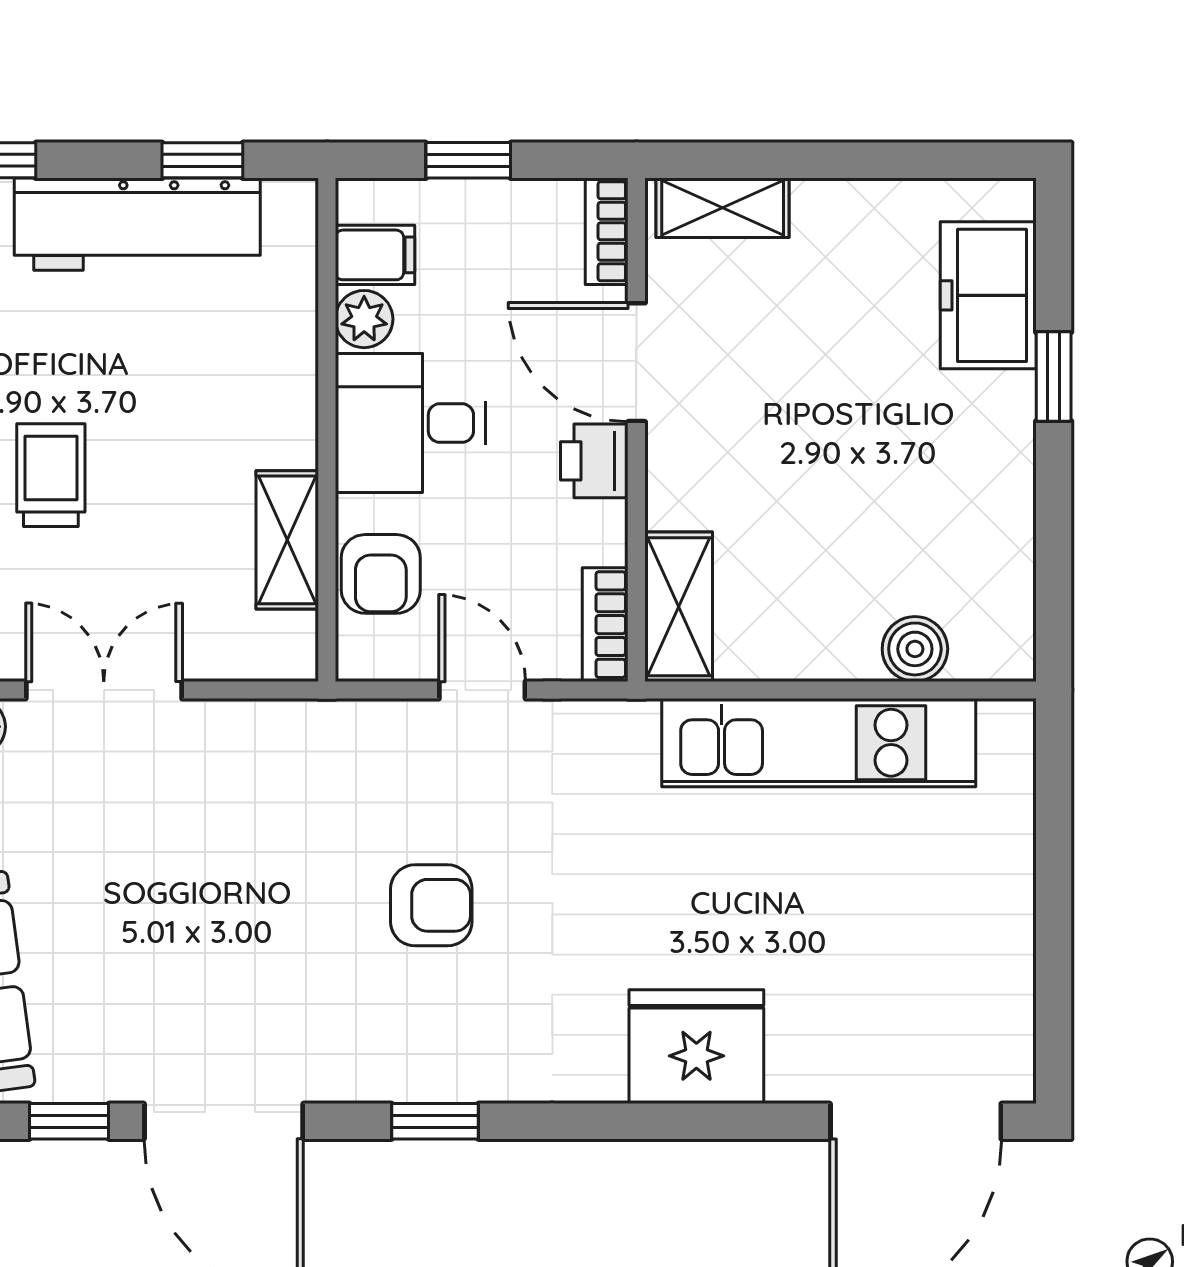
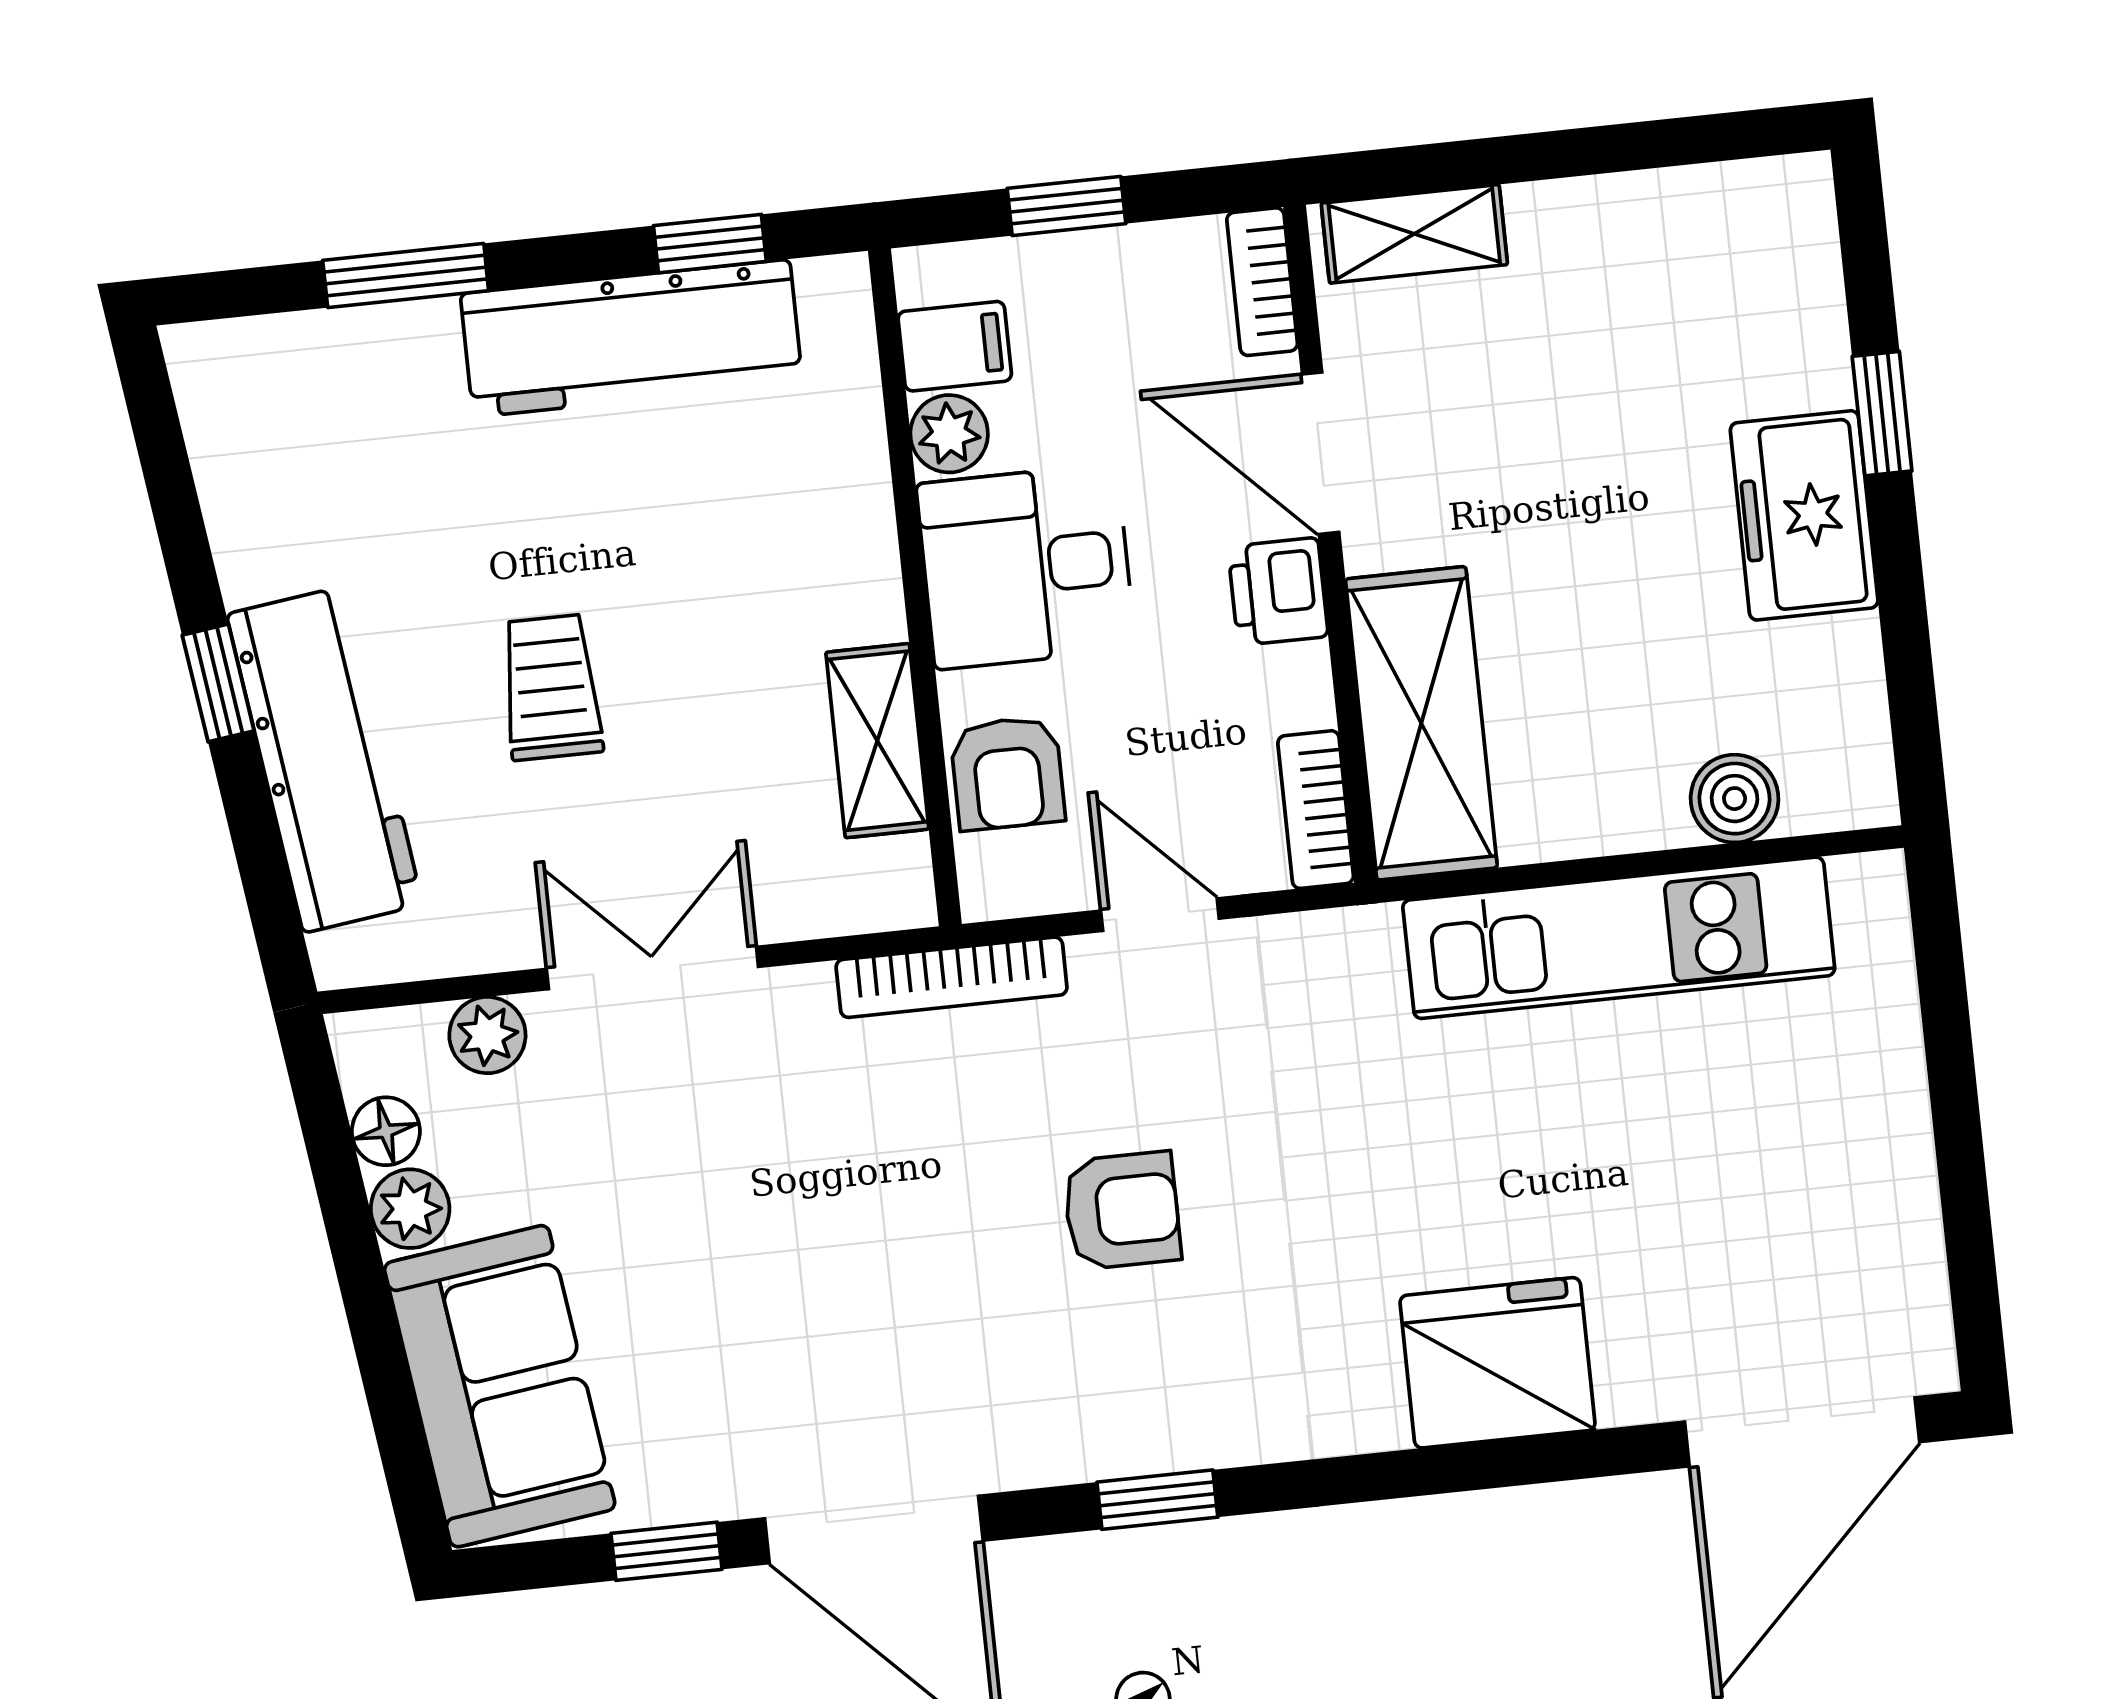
freezer: (988, 295) -> (1804, 515), moved
shelving: (679, 607) -> (1421, 723), width x1.50, depth x1.33
bookcase: (324, 720) -> (952, 977), added

